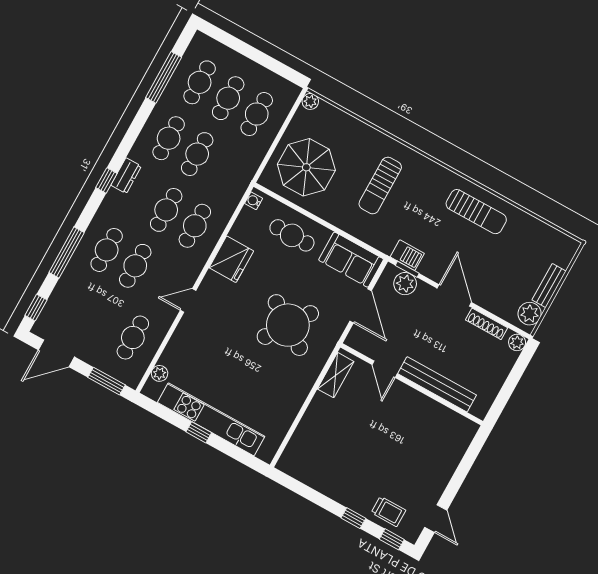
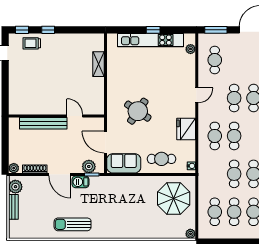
sun lounger: (380, 185) -> (130, 210), removed
barbecue: (407, 255) -> (81, 182), moved
round table: (288, 325) -> (138, 111), width x0.73, depth x0.73
shelving: (336, 375) -> (99, 64), moved

